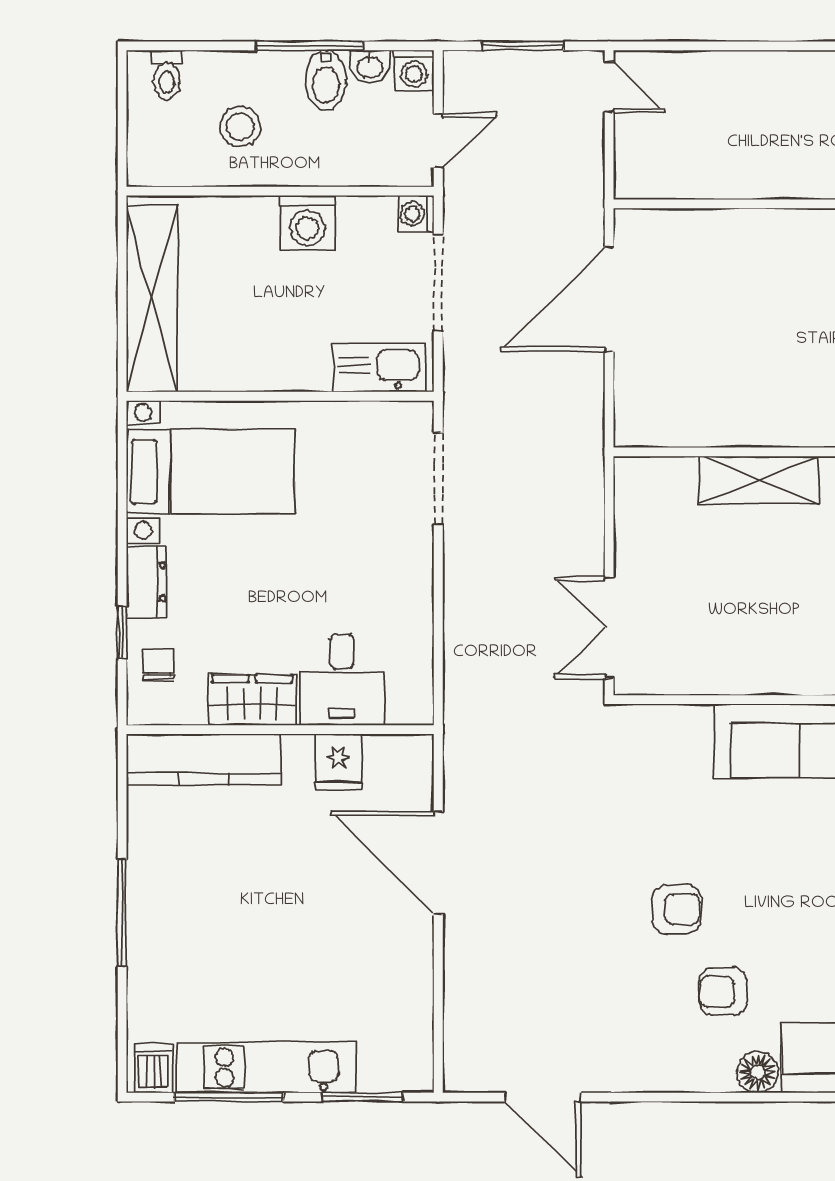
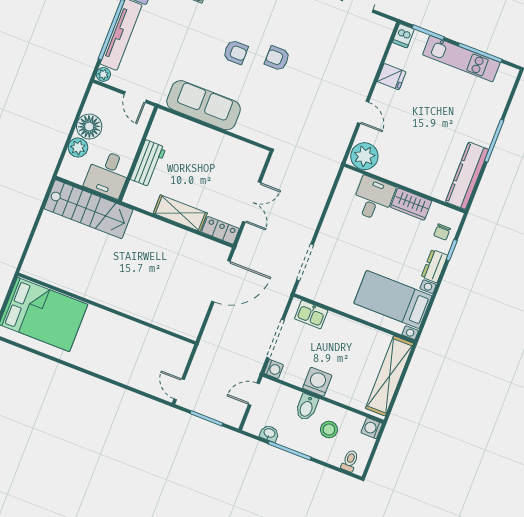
washing machine: (414, 70) -> (372, 428), moved, turned -90
bidet: (326, 80) -> (307, 407), moved, turned 180
door: (609, 299) -> (221, 281), moved
kitchen sink: (379, 367) -> (311, 315), width x0.73
locker: (654, 477) -> (220, 230), added
double door: (609, 627) -> (252, 202), moved
kitchen counter: (203, 760) -> (467, 176), moved, turned -90
fridge: (338, 762) -> (392, 77), moved, turned 90
plant: (398, 766) -> (364, 156), added
door: (438, 863) -> (363, 112), width x0.53
armchair: (723, 992) -> (236, 52), moved
dishwasher: (153, 1068) -> (403, 36), moved

